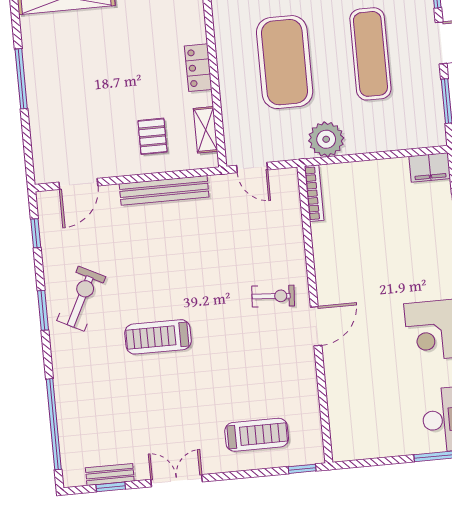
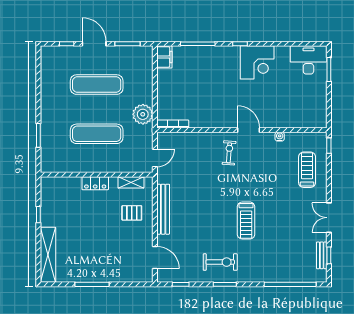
exercise mat: (285, 62) -> (97, 134), width x0.68
exercise bike: (81, 299) -> (220, 262), turned 153
water cooler: (310, 382) -> (280, 137), added

